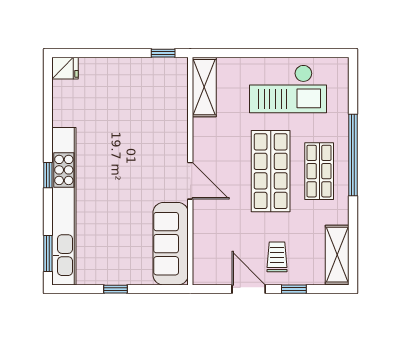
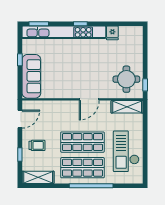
fridge: (65, 68) -> (112, 33), moved
round table: (152, 88) -> (126, 79), added
shop shelf: (319, 171) -> (82, 168), width x1.43, depth x1.36
door: (190, 181) -> (89, 99), moved
sofa: (171, 244) -> (31, 76), moved, turned 90
door: (249, 289) -> (20, 119), moved

